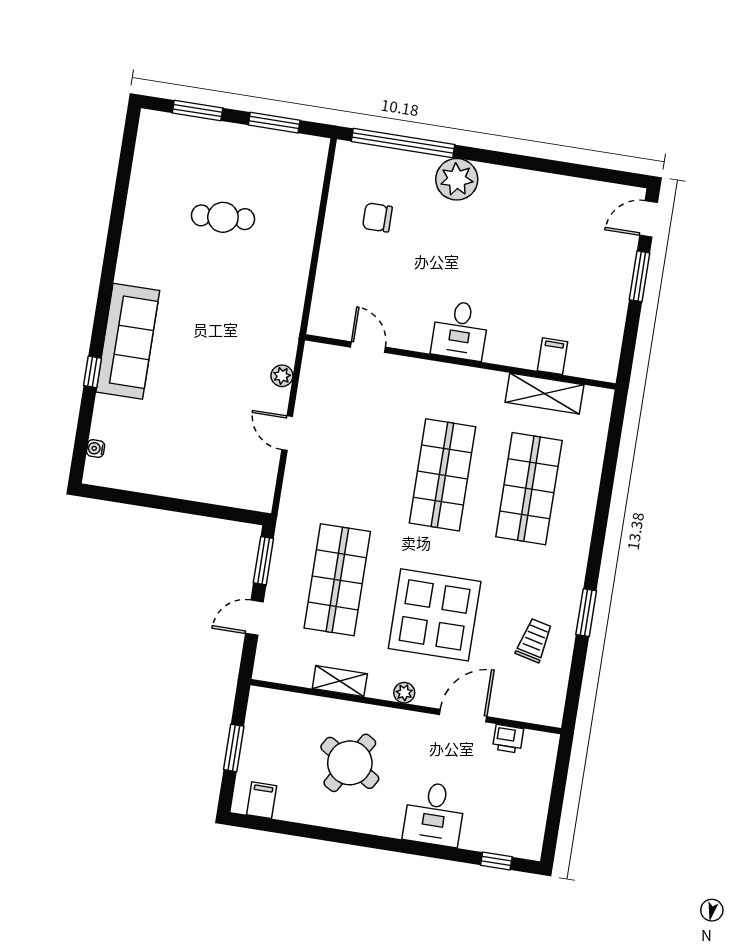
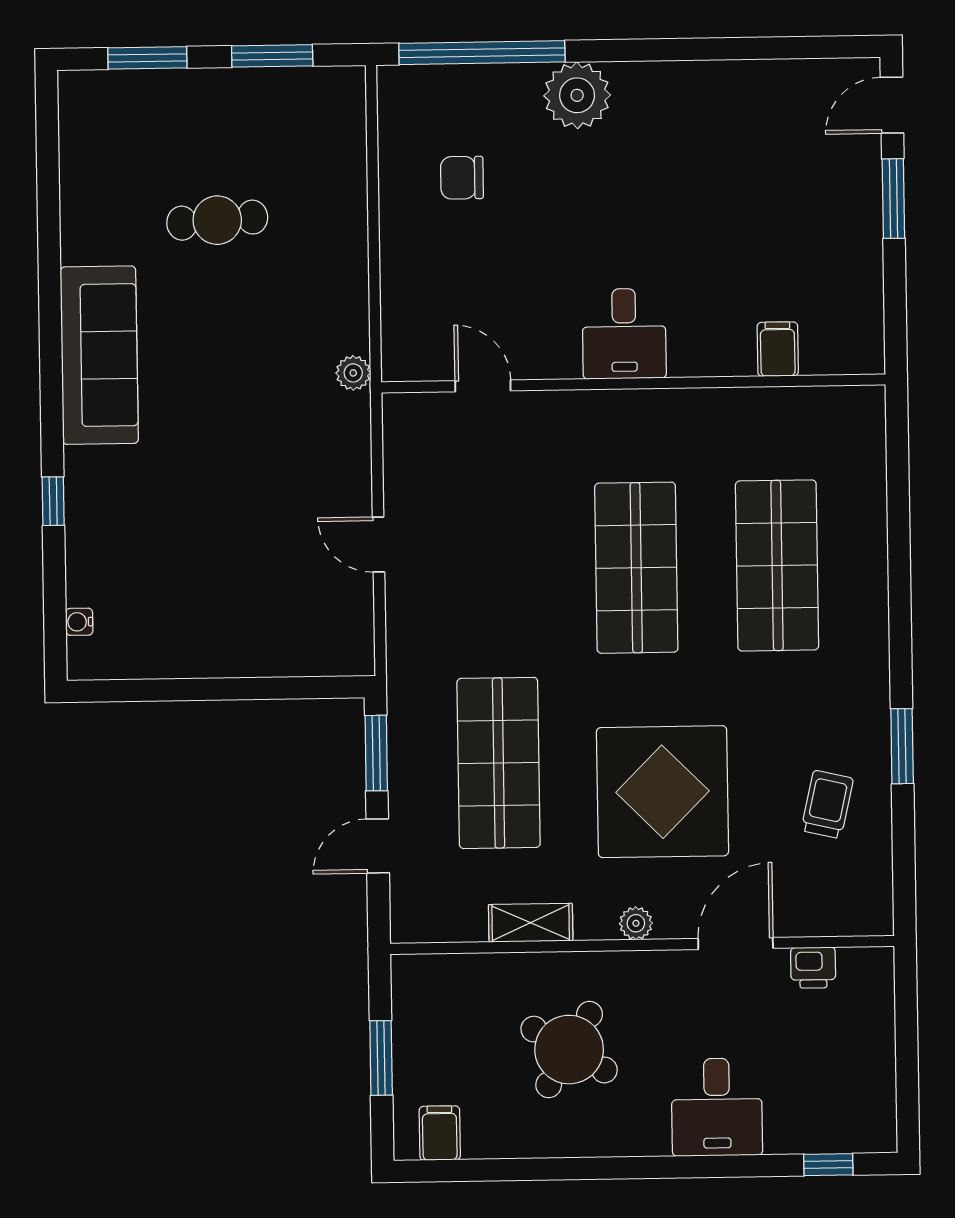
sofa: (128, 341) -> (99, 355), moved
plant: (282, 376) -> (353, 373), moved
shelving: (545, 393) -> (775, 410), removed

